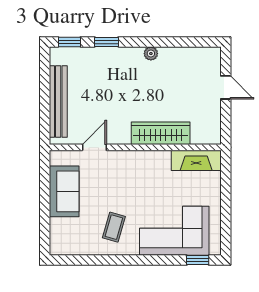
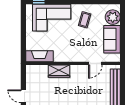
wardrobe: (161, 133) -> (59, 71), width x0.67
plant: (63, 232) -> (113, 17), added

